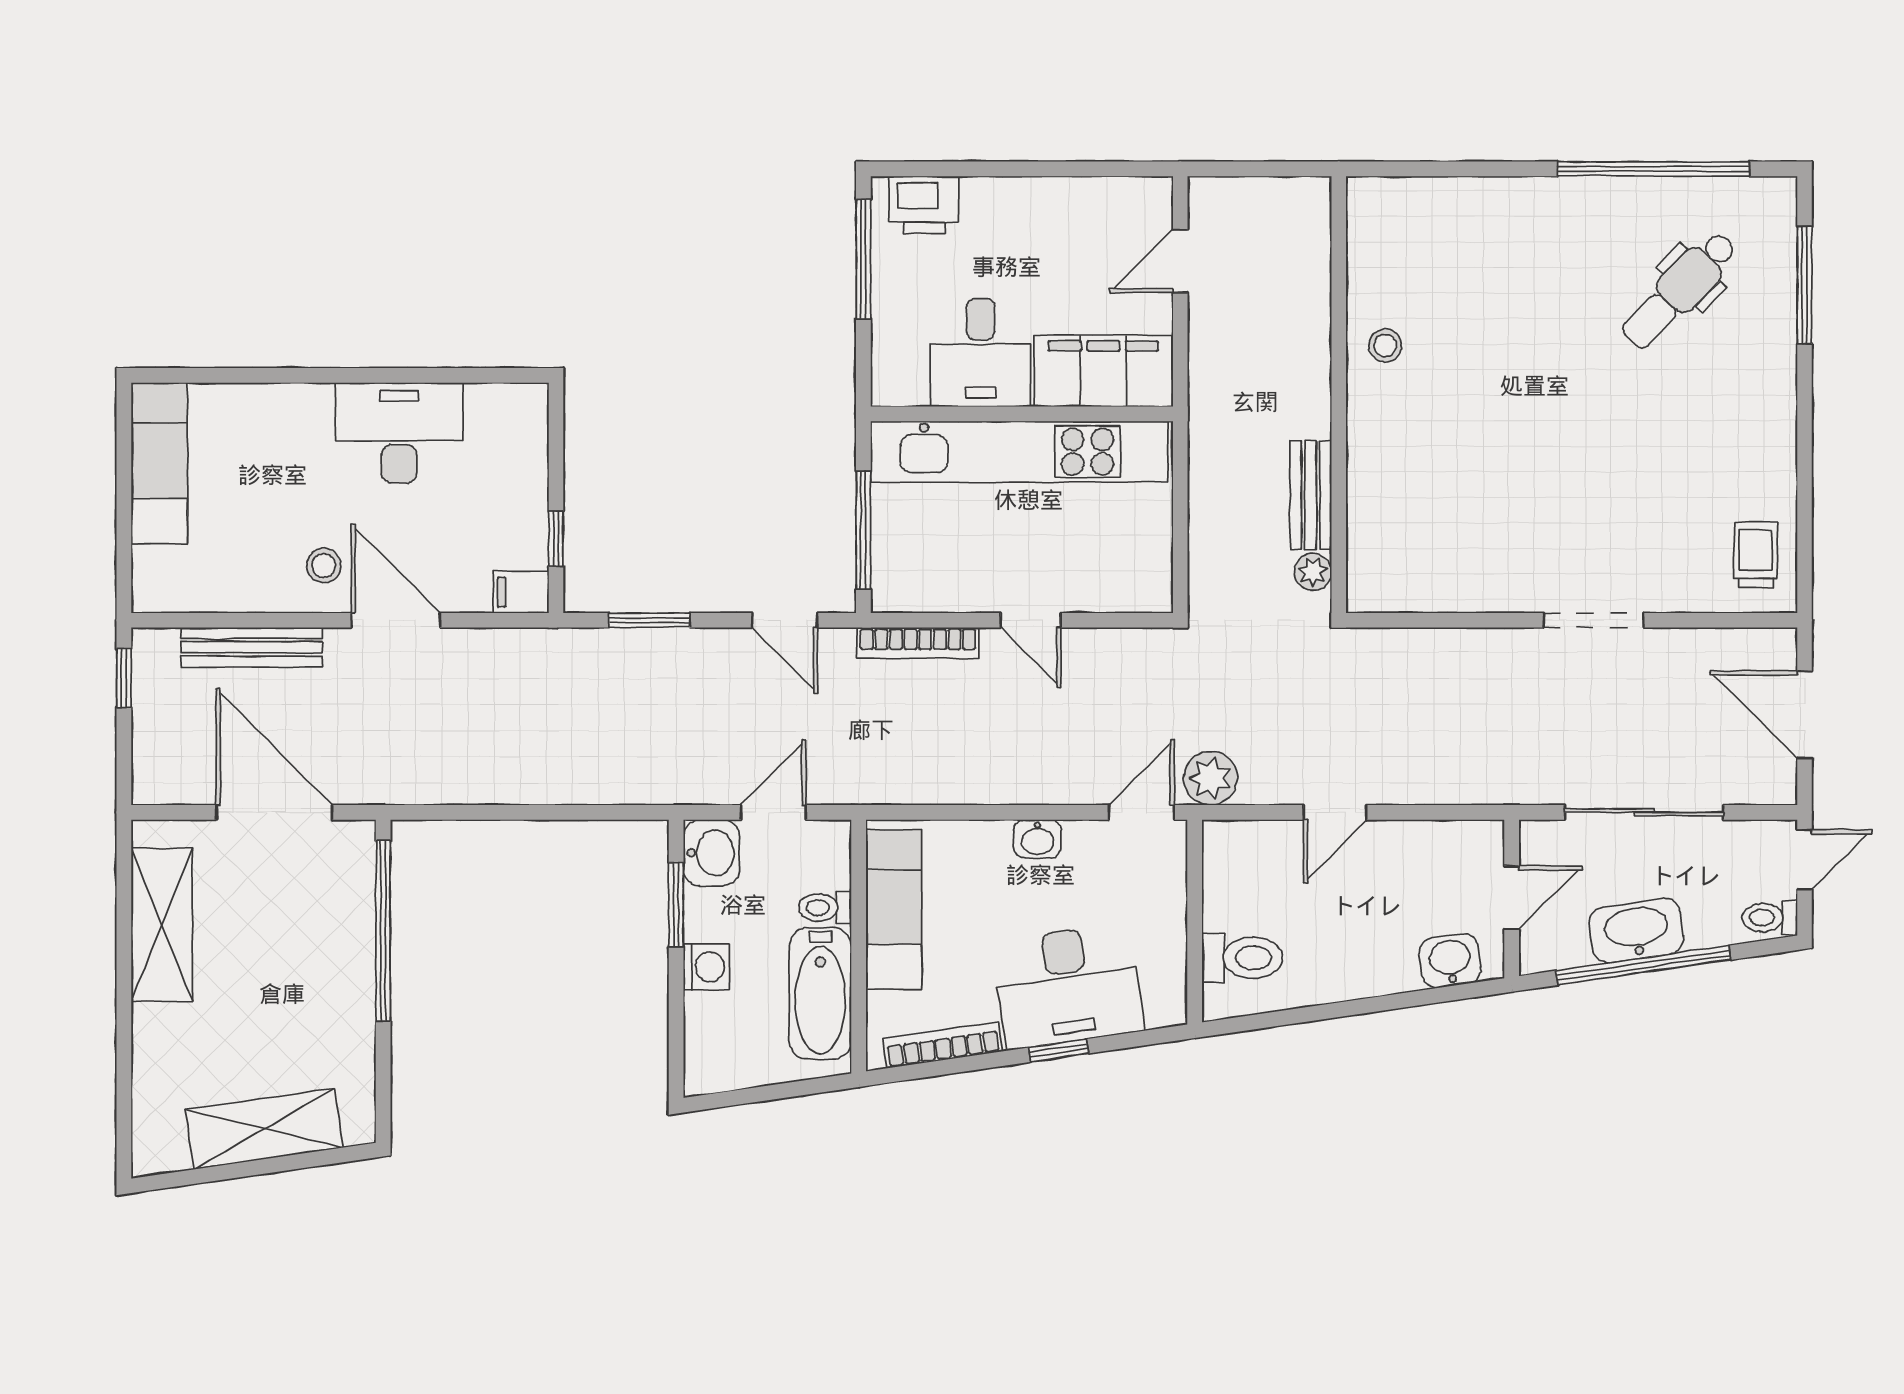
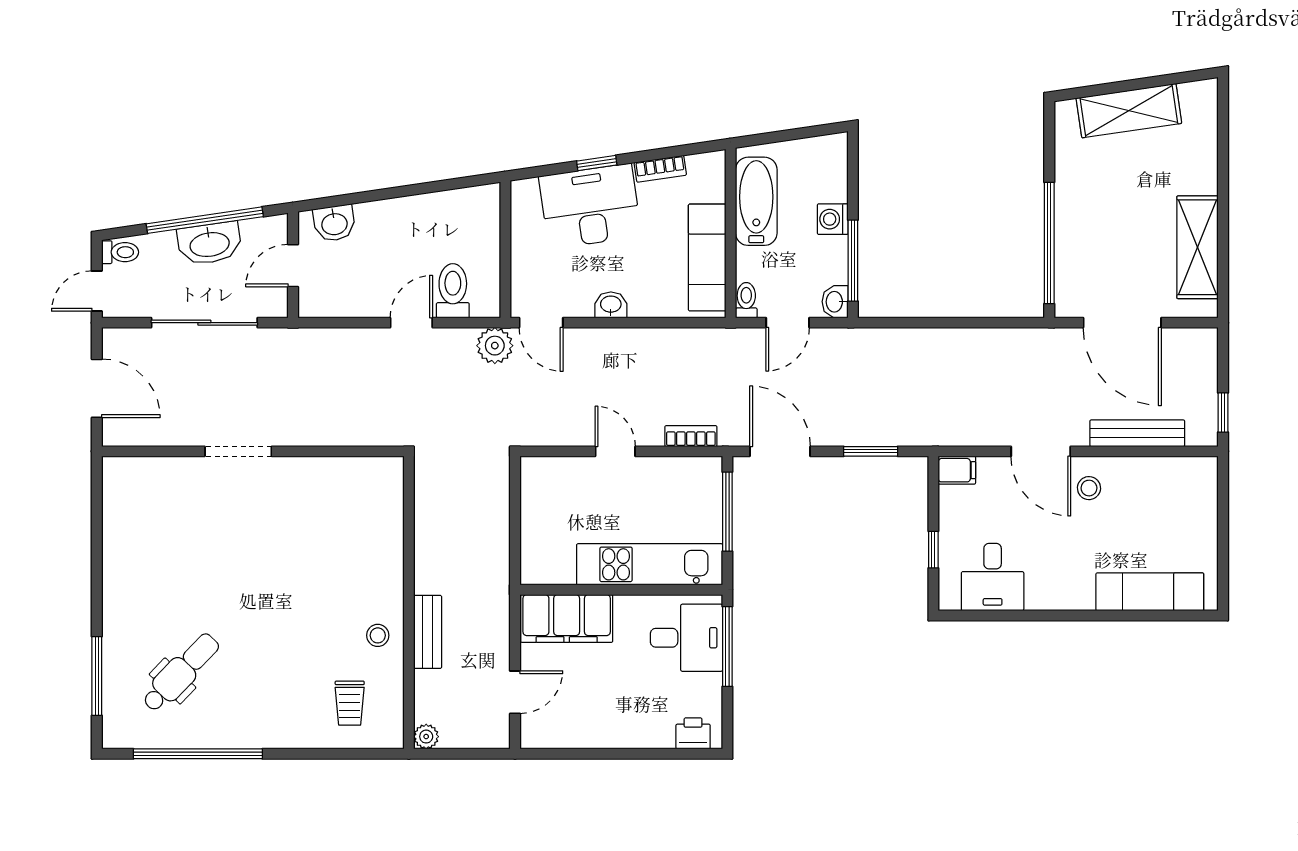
printer: (924, 205) -> (693, 733), width x0.73, depth x0.81
window: (863, 259) -> (727, 646), moved
desk: (981, 353) -> (686, 638), moved, turned 90
desk: (399, 433) -> (993, 577), moved, width x0.73
kitchen unit: (1019, 452) -> (650, 564), width x0.73
exam couch: (159, 463) -> (1150, 592), moved, turned 90
bench: (1311, 495) -> (428, 632), moved
window: (556, 539) -> (933, 550), moved
trolley: (1756, 555) -> (350, 703), moved
plant: (1313, 572) -> (426, 737), moved
door: (785, 620) -> (780, 451), width x1.38
bookcase: (918, 643) -> (691, 436), width x0.64
door: (1141, 812) -> (541, 323), hinge flipped
washbasin: (711, 853) -> (835, 302), width x0.72, depth x0.69
window: (676, 905) -> (853, 261), width x1.44
toilet: (825, 908) -> (746, 300), moved, turned -90
toilet: (1242, 958) -> (453, 291), moved, turned 90
bookcase: (943, 1045) -> (660, 169), width x0.64

